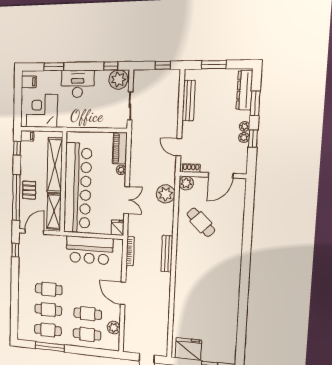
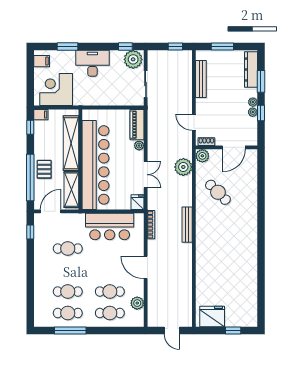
cafe table: (49, 289) -> (68, 249), moved

